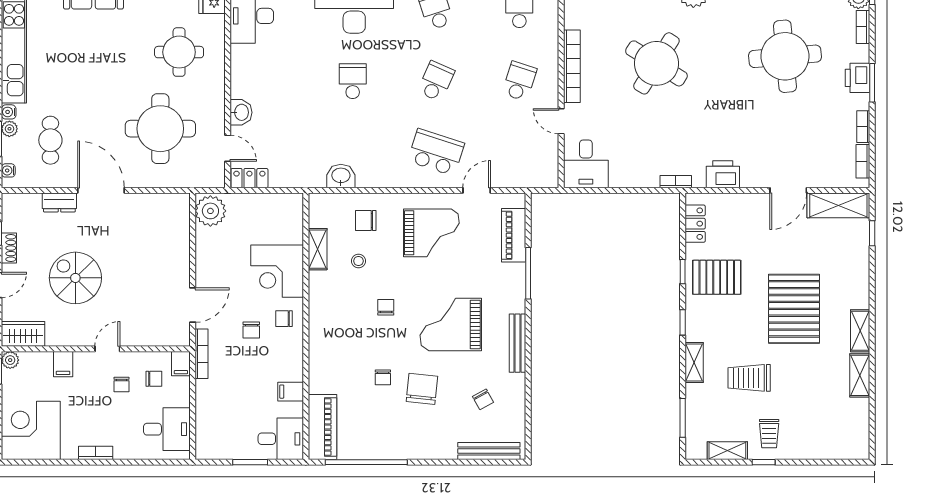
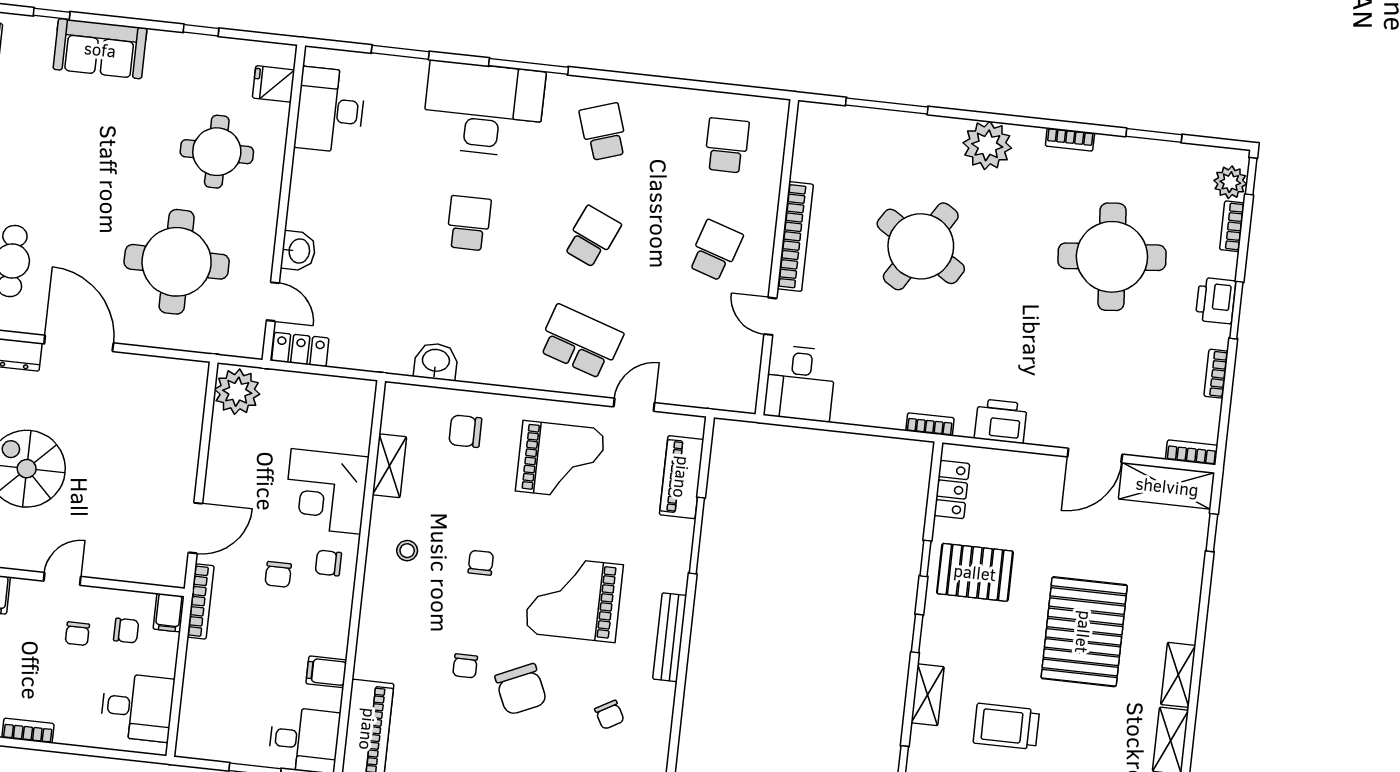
bookcase: (863, 161) -> (1192, 452), moved, turned 90
stool: (358, 261) -> (407, 551), moved
chair: (422, 389) -> (521, 689), turned 150

